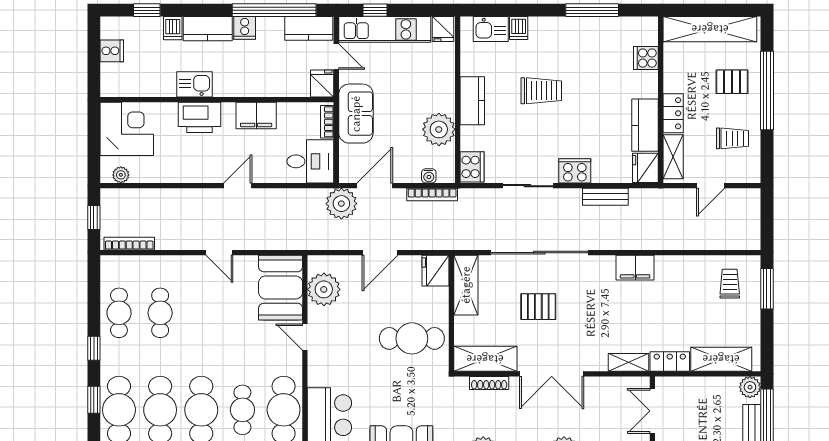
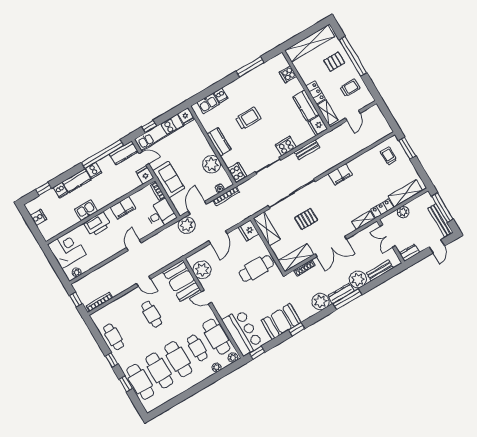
cafe table: (160, 313) -> (152, 314), moved
plant: (750, 387) -> (403, 212), moved

